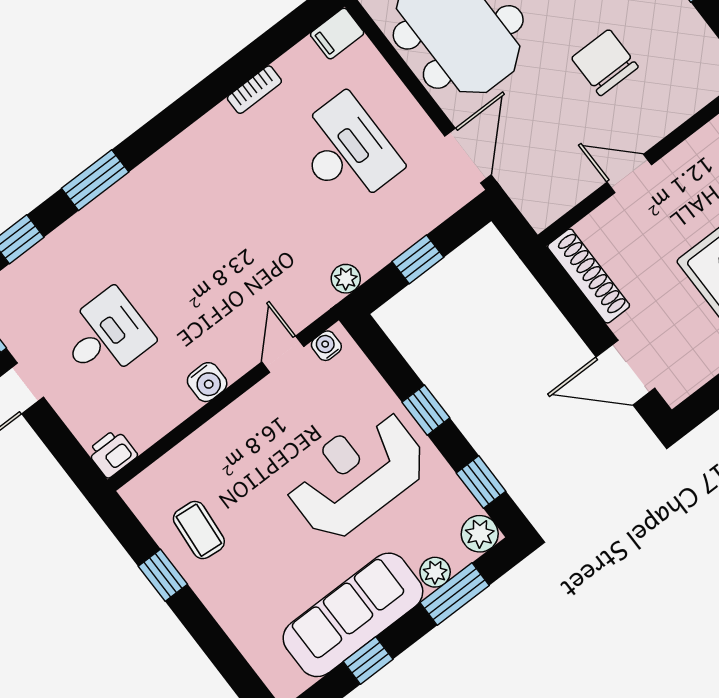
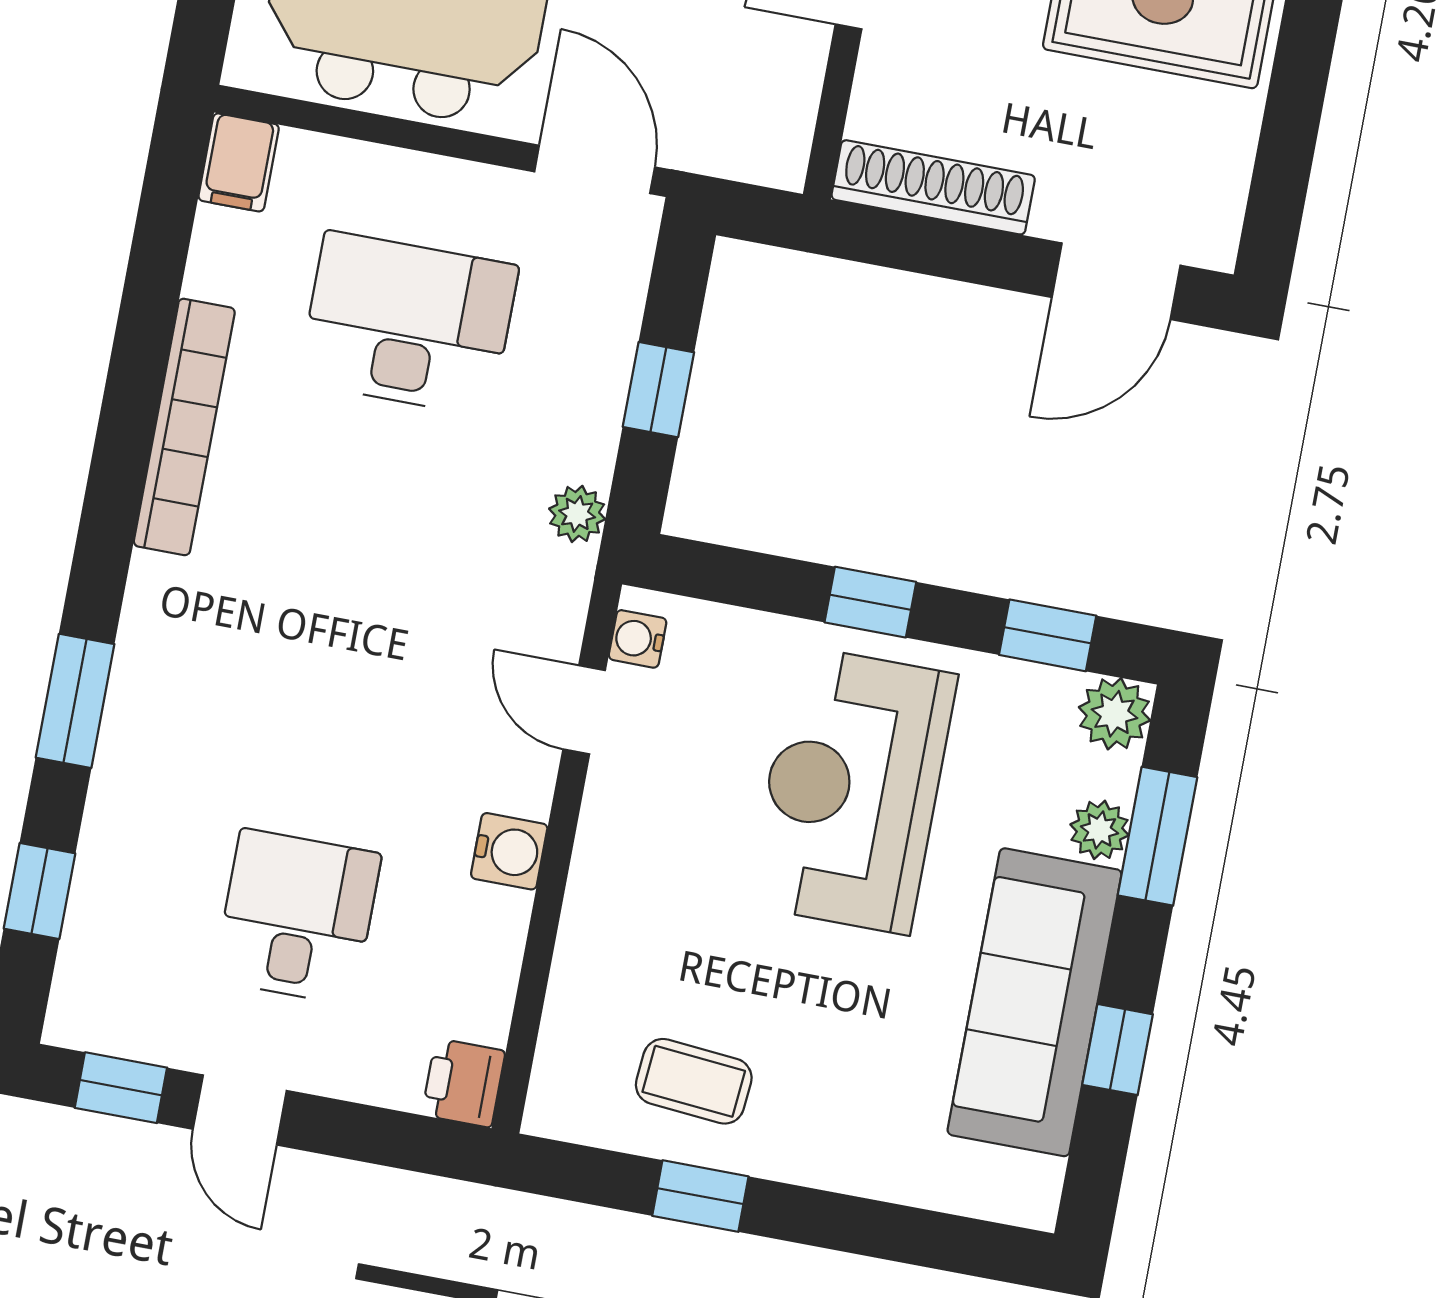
bookcase: (254, 90) -> (184, 427), width x2.31, depth x1.31

